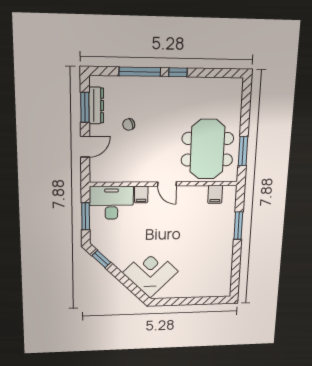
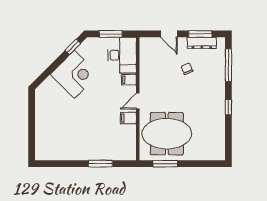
window: (140, 72) -> (228, 65), moved
filing cabinet: (215, 194) -> (128, 118), moved
corner desk: (150, 272) -> (74, 74), moved

